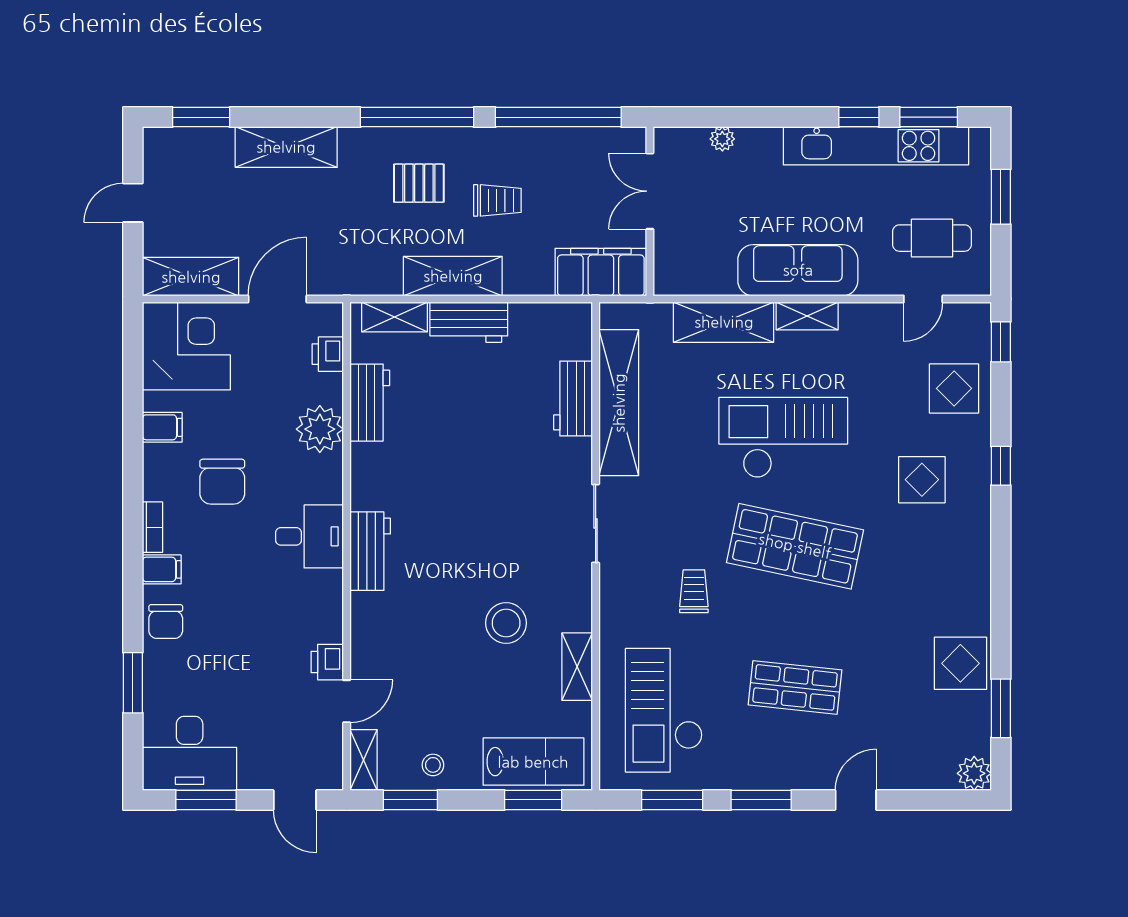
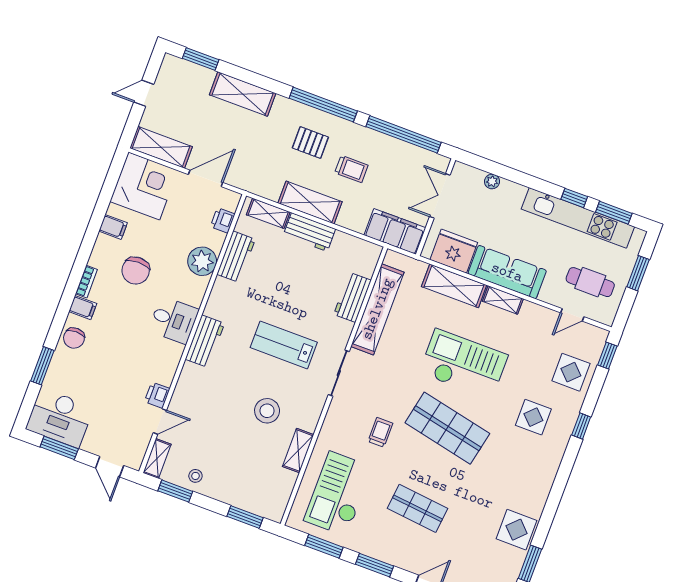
fridge: (703, 269) -> (454, 251), added
lab bench: (533, 762) -> (284, 345), moved, turned 180

